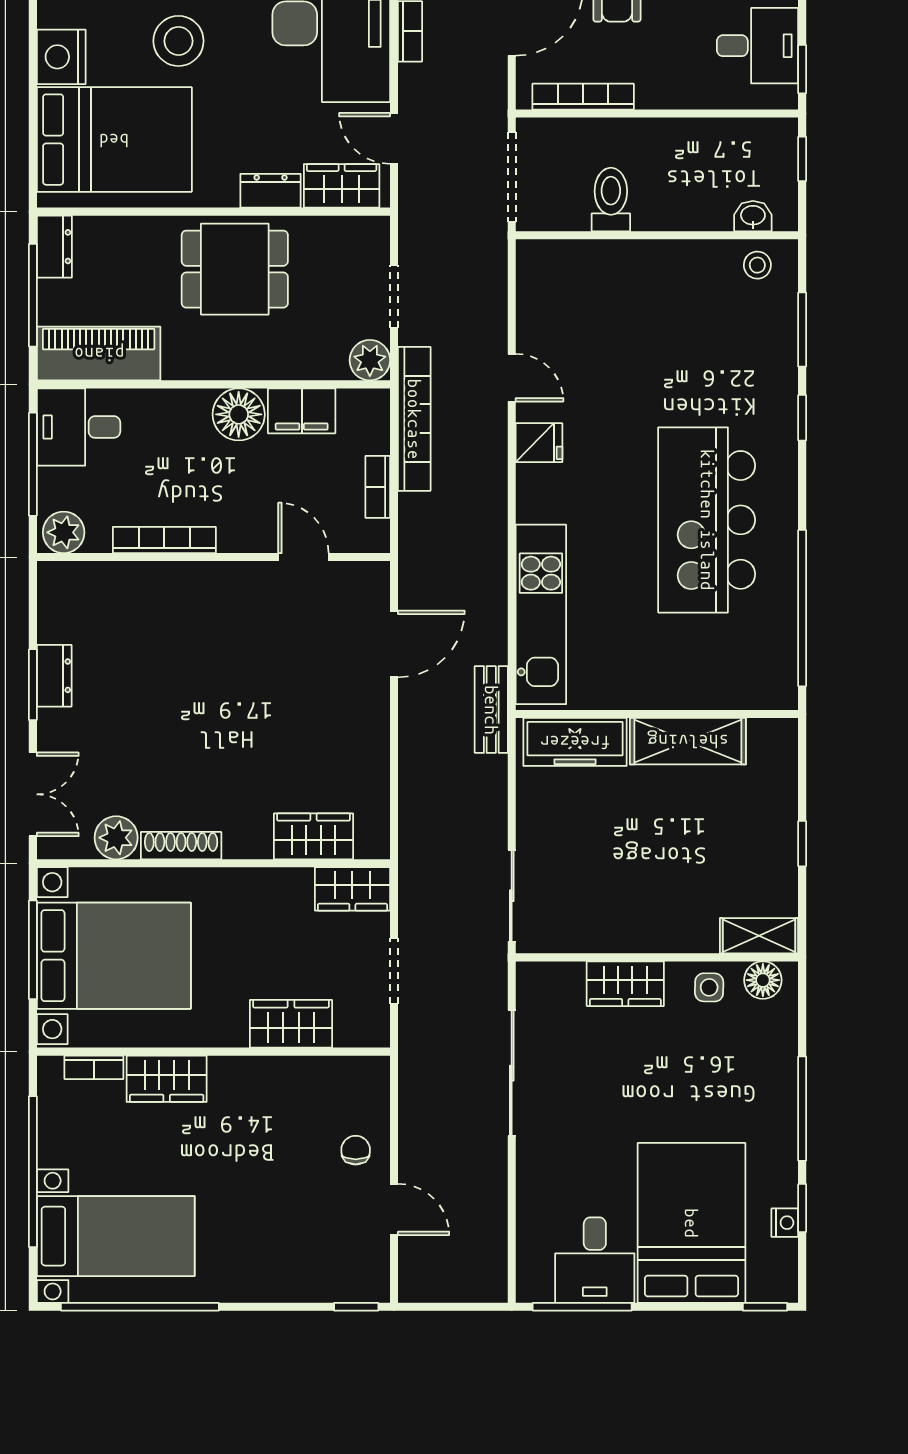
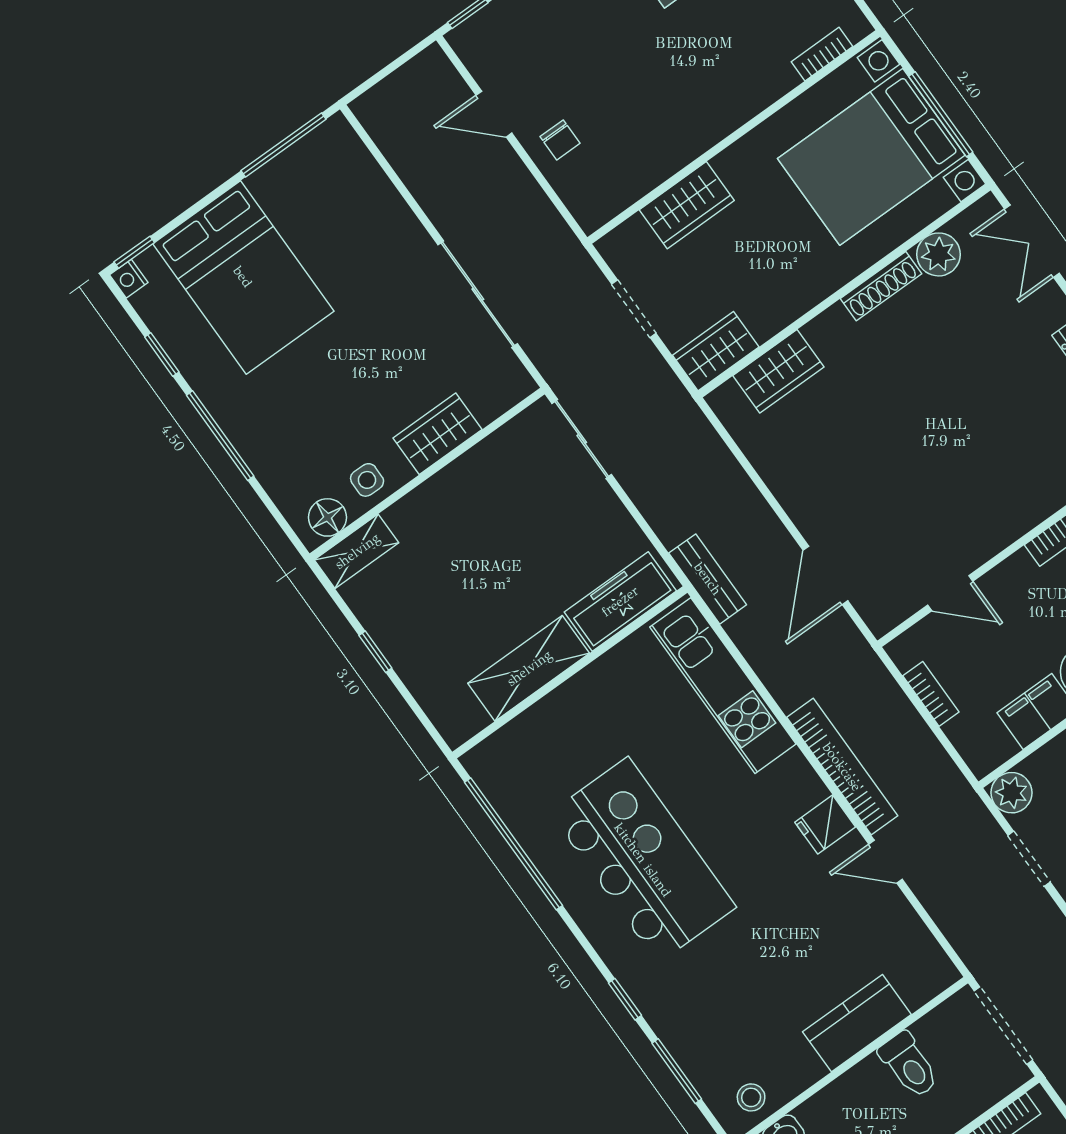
kitchen counter: (629, 264) -> (857, 1023), added
bookcase: (414, 419) -> (842, 767), moved, turned 180
wardrobe: (167, 1079) -> (756, 87), removed
nightstand: (785, 1223) -> (129, 279), moved
desk: (595, 1260) -> (300, 190), removed

